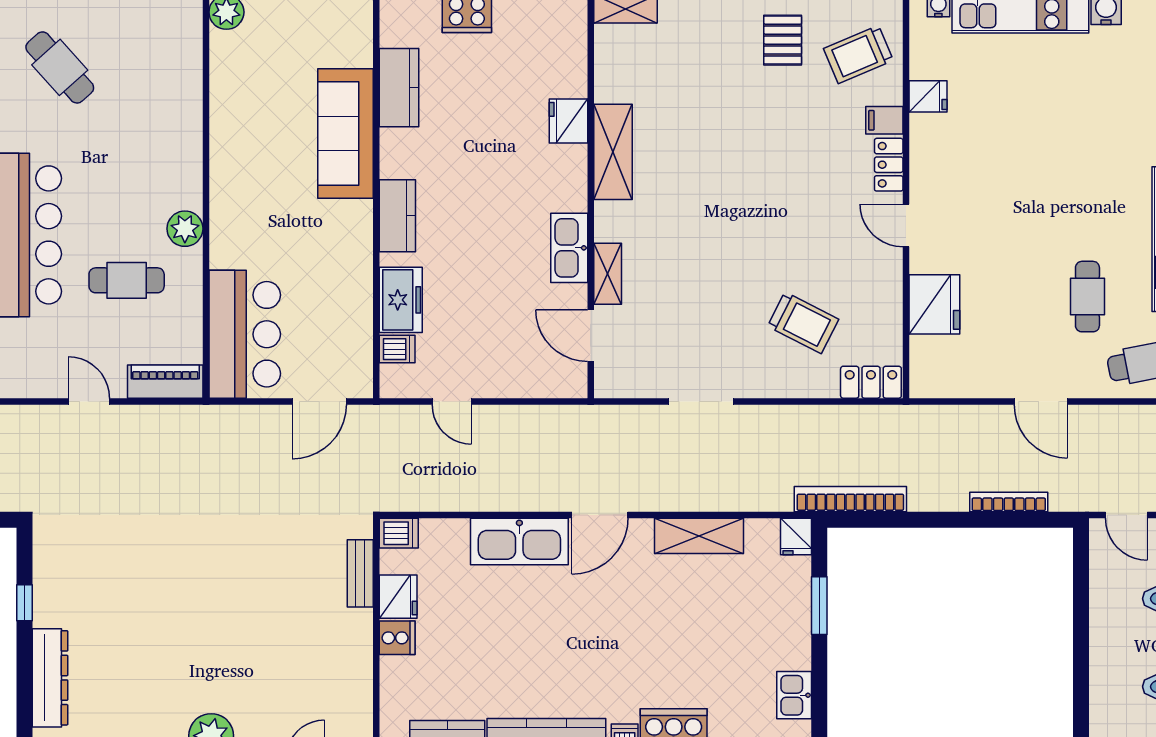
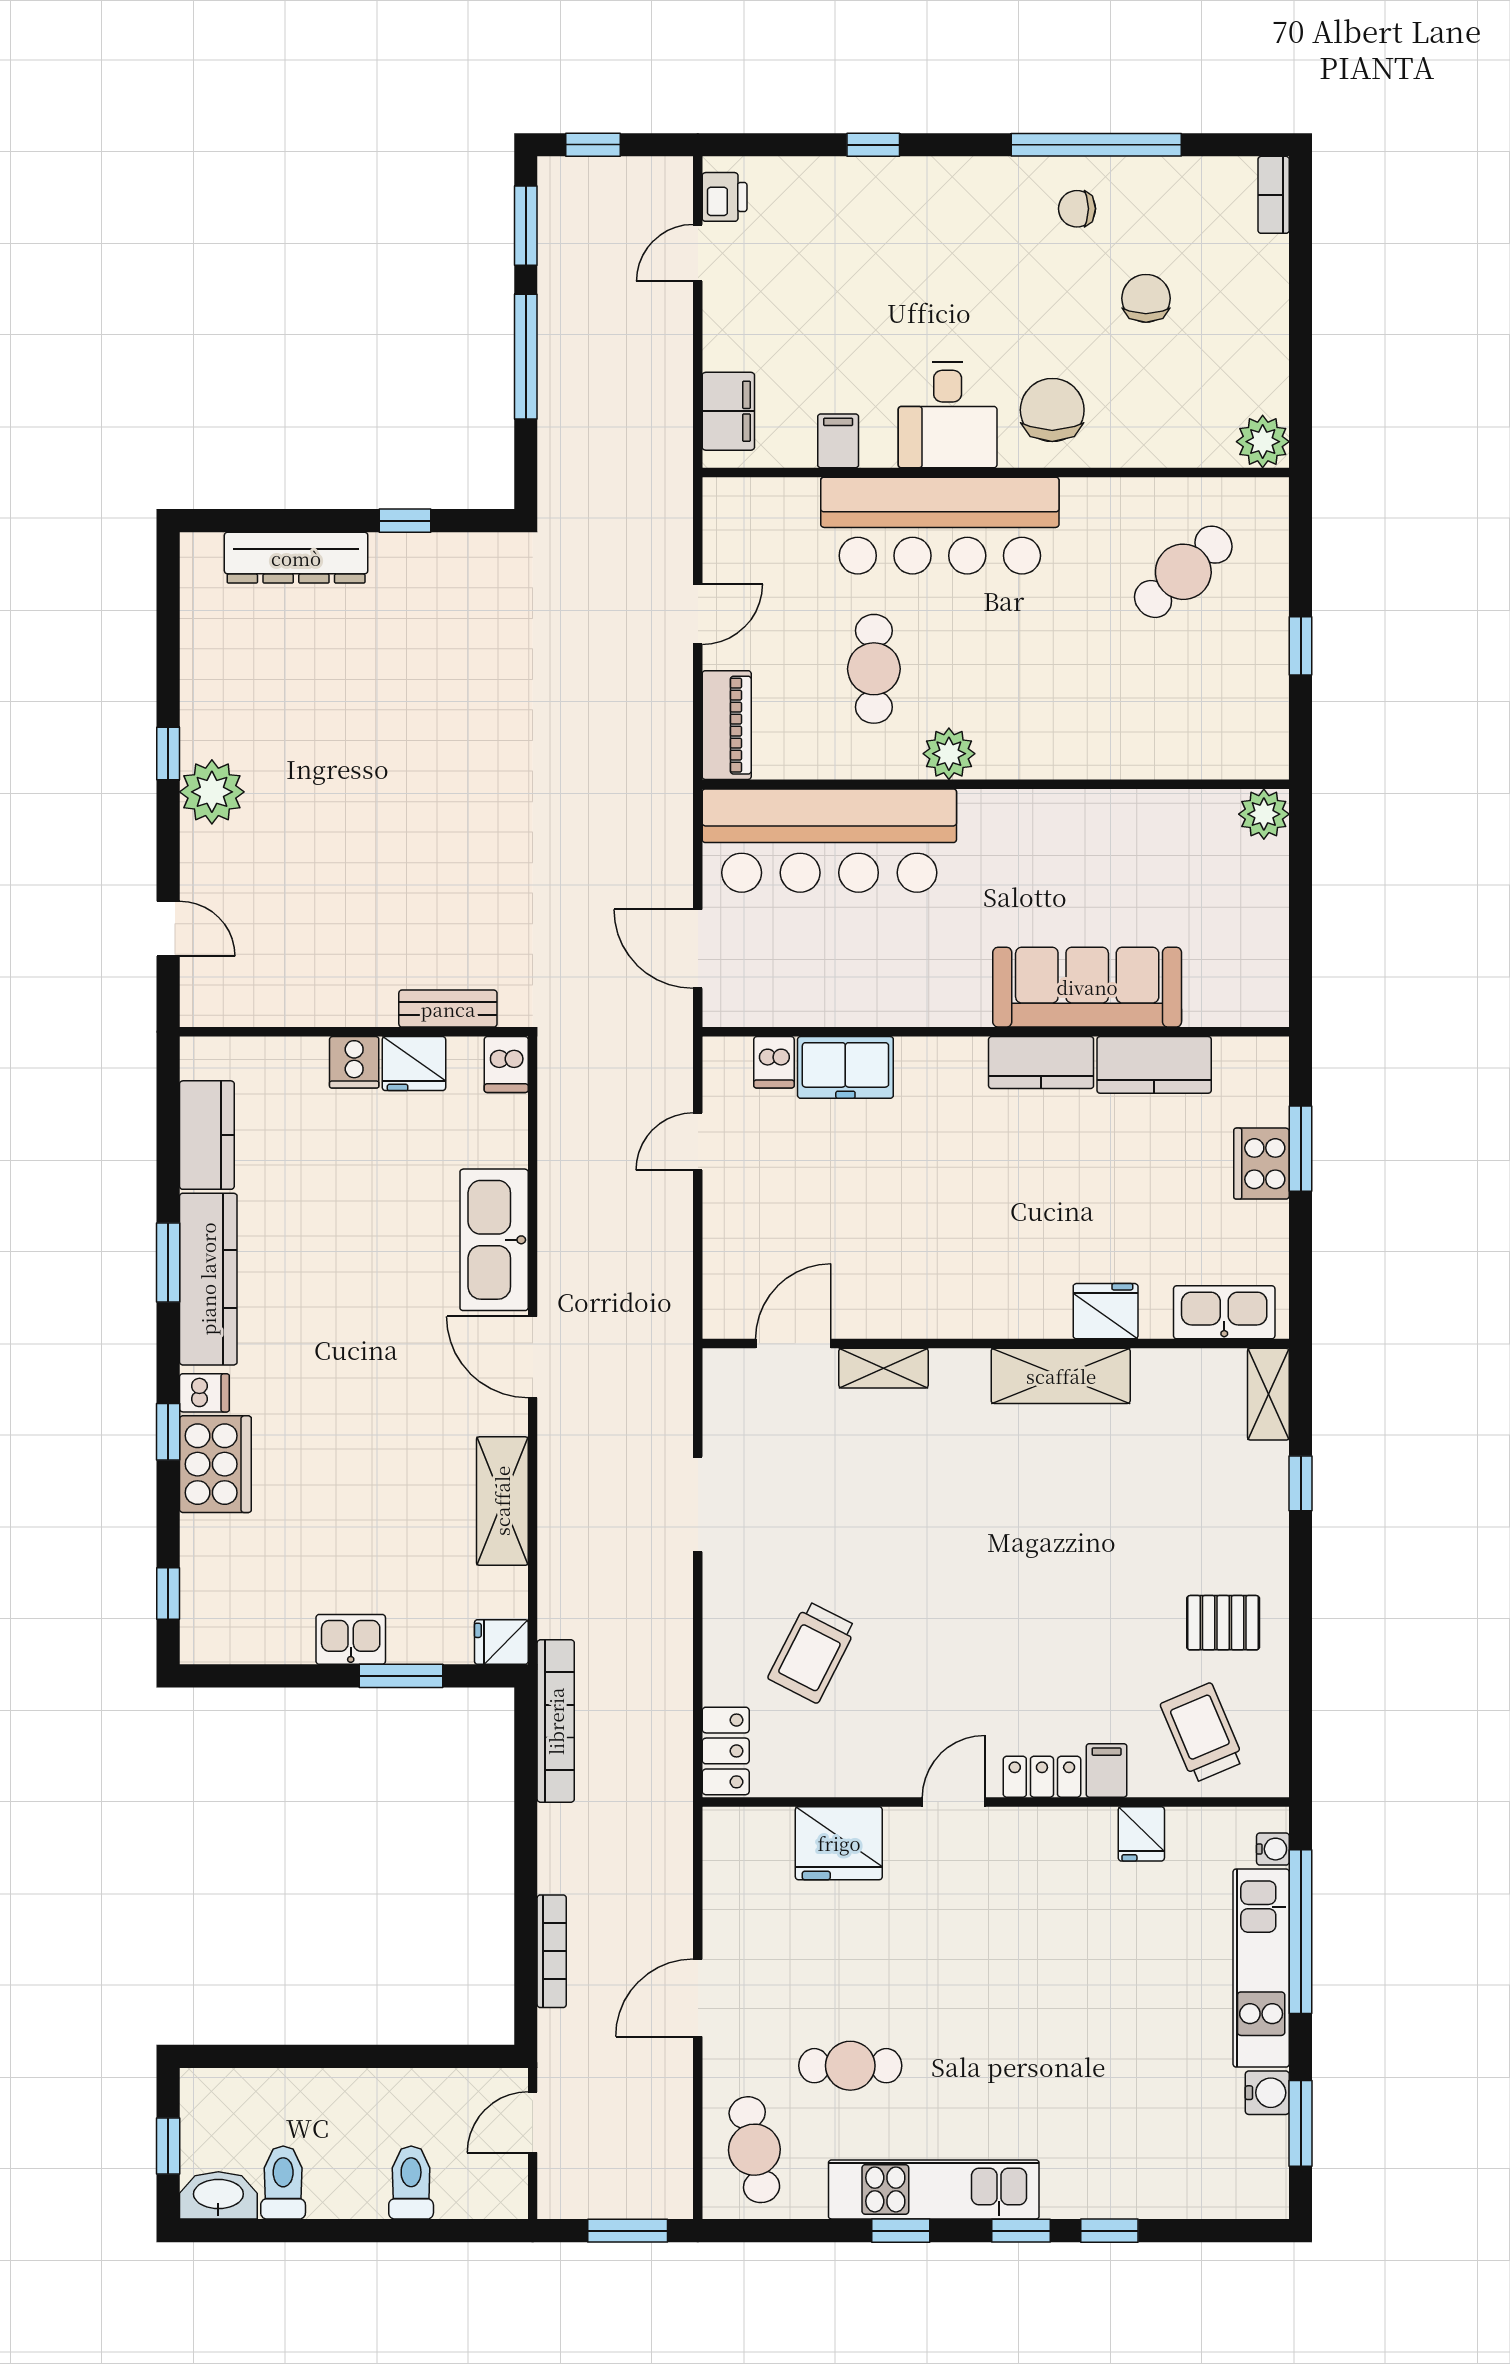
kitchen counter: (397, 216) -> (1041, 1063), moved
kitchen sink: (569, 248) -> (1224, 1312), moved
bar counter: (245, 334) -> (829, 841), width x1.36
kitchen sink: (794, 695) -> (351, 1639), moved

